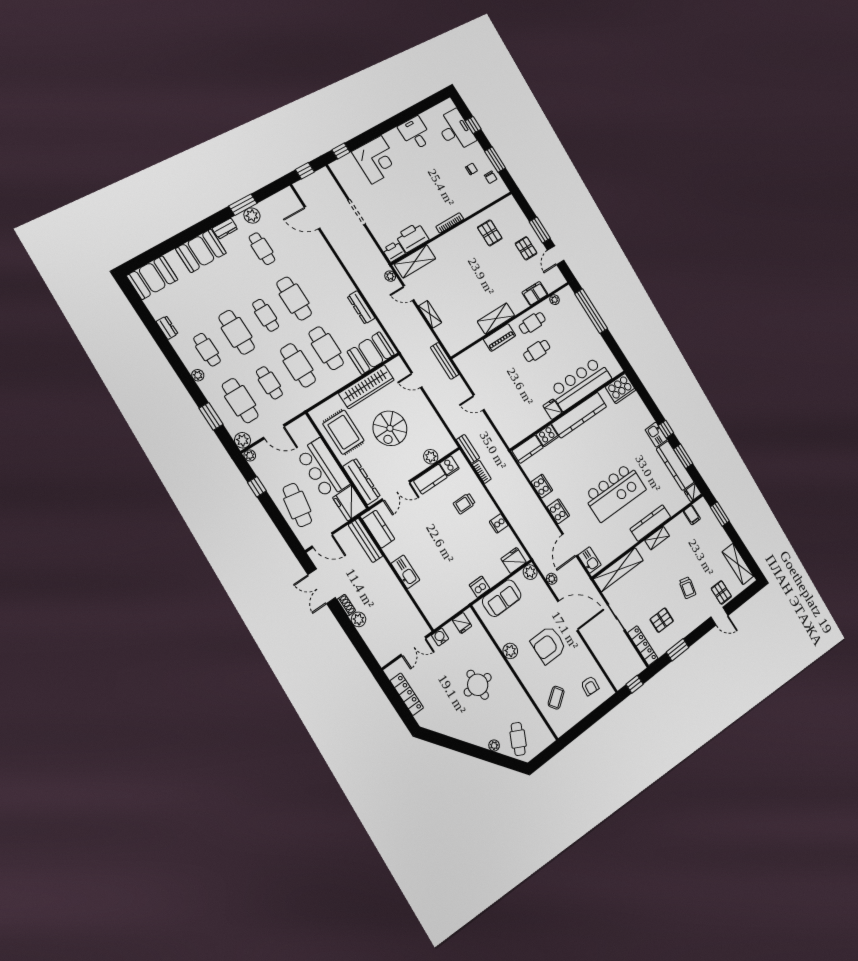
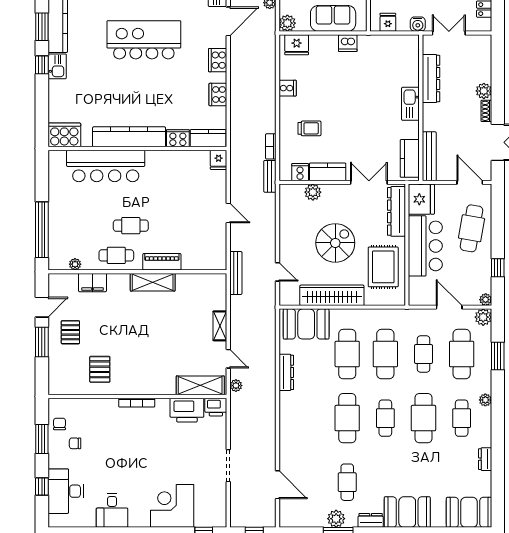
fridge: (553, 409) -> (219, 160), moved
dresser: (403, 602) -> (431, 79), added

